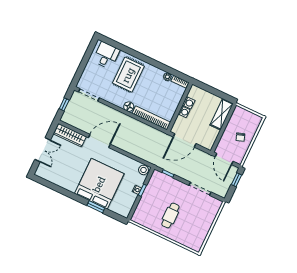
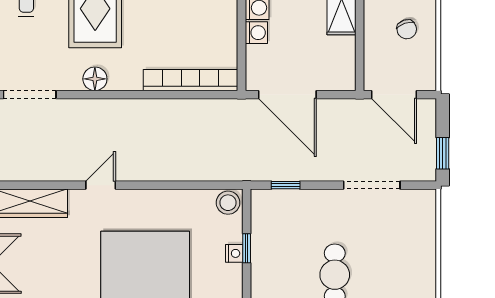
floor lamp: (129, 107) -> (95, 79), moved
door: (185, 140) -> (287, 95), hinge flipped
door: (99, 141) -> (101, 185), width x0.53
window: (236, 180) -> (443, 153), moved

